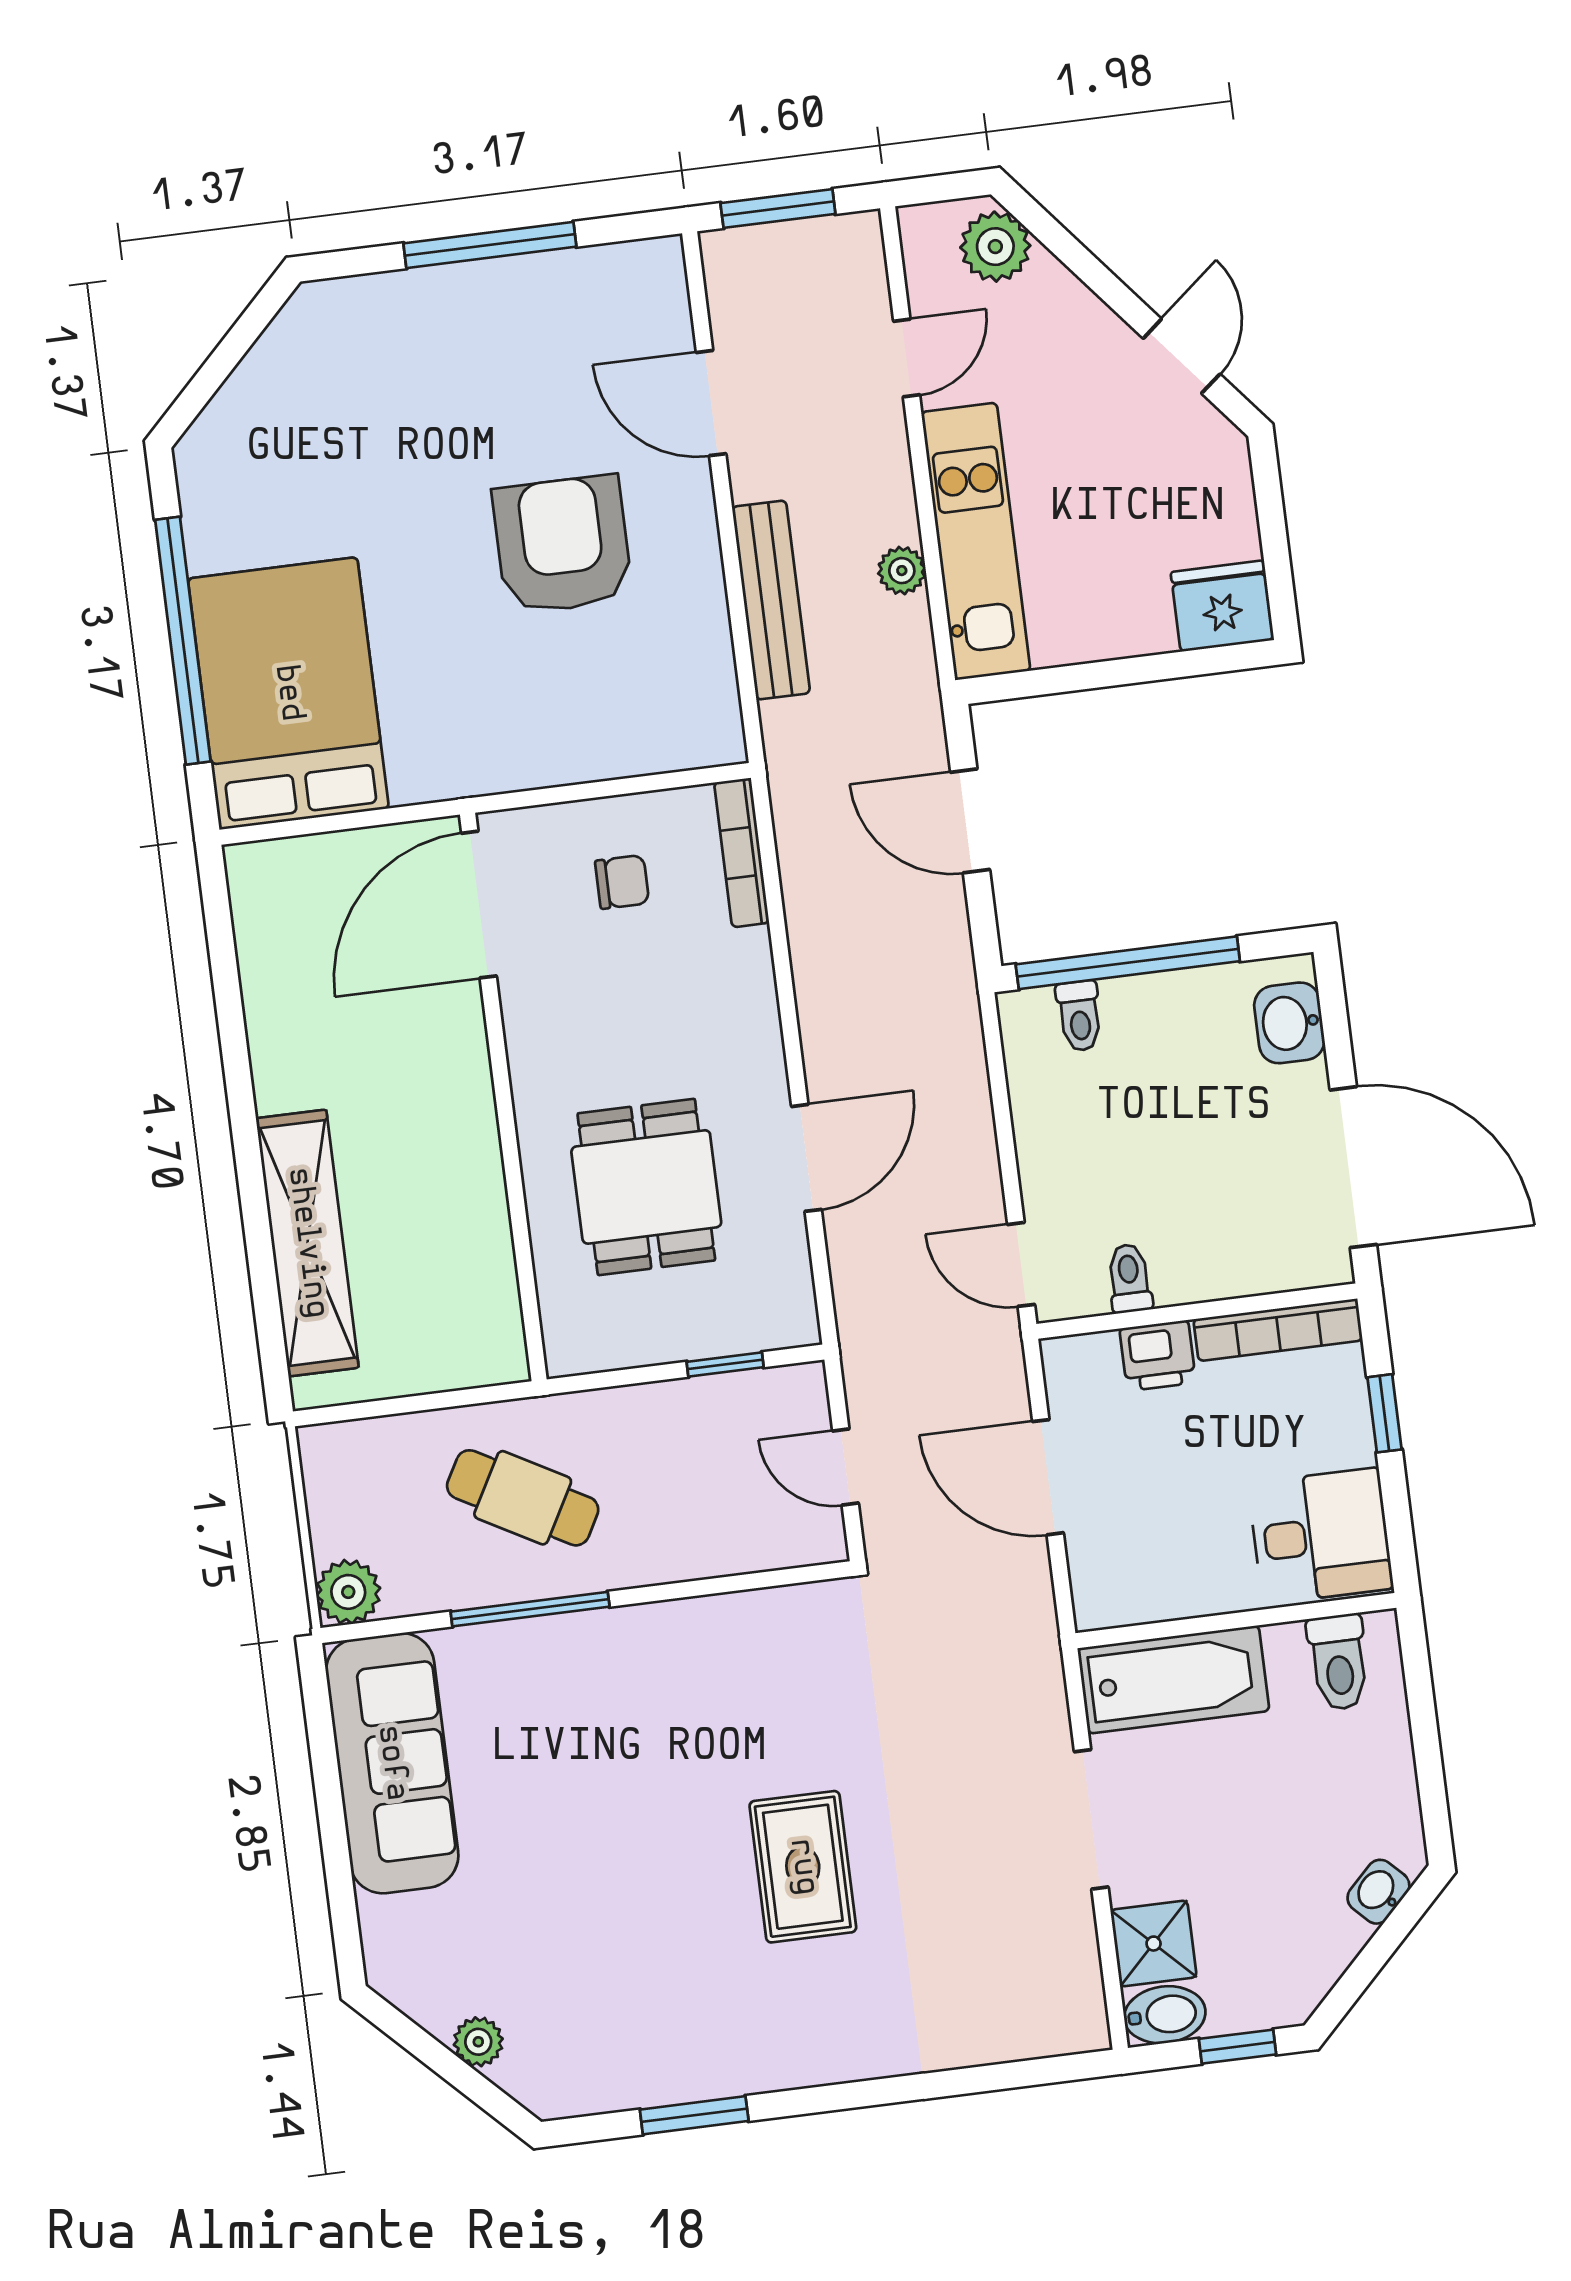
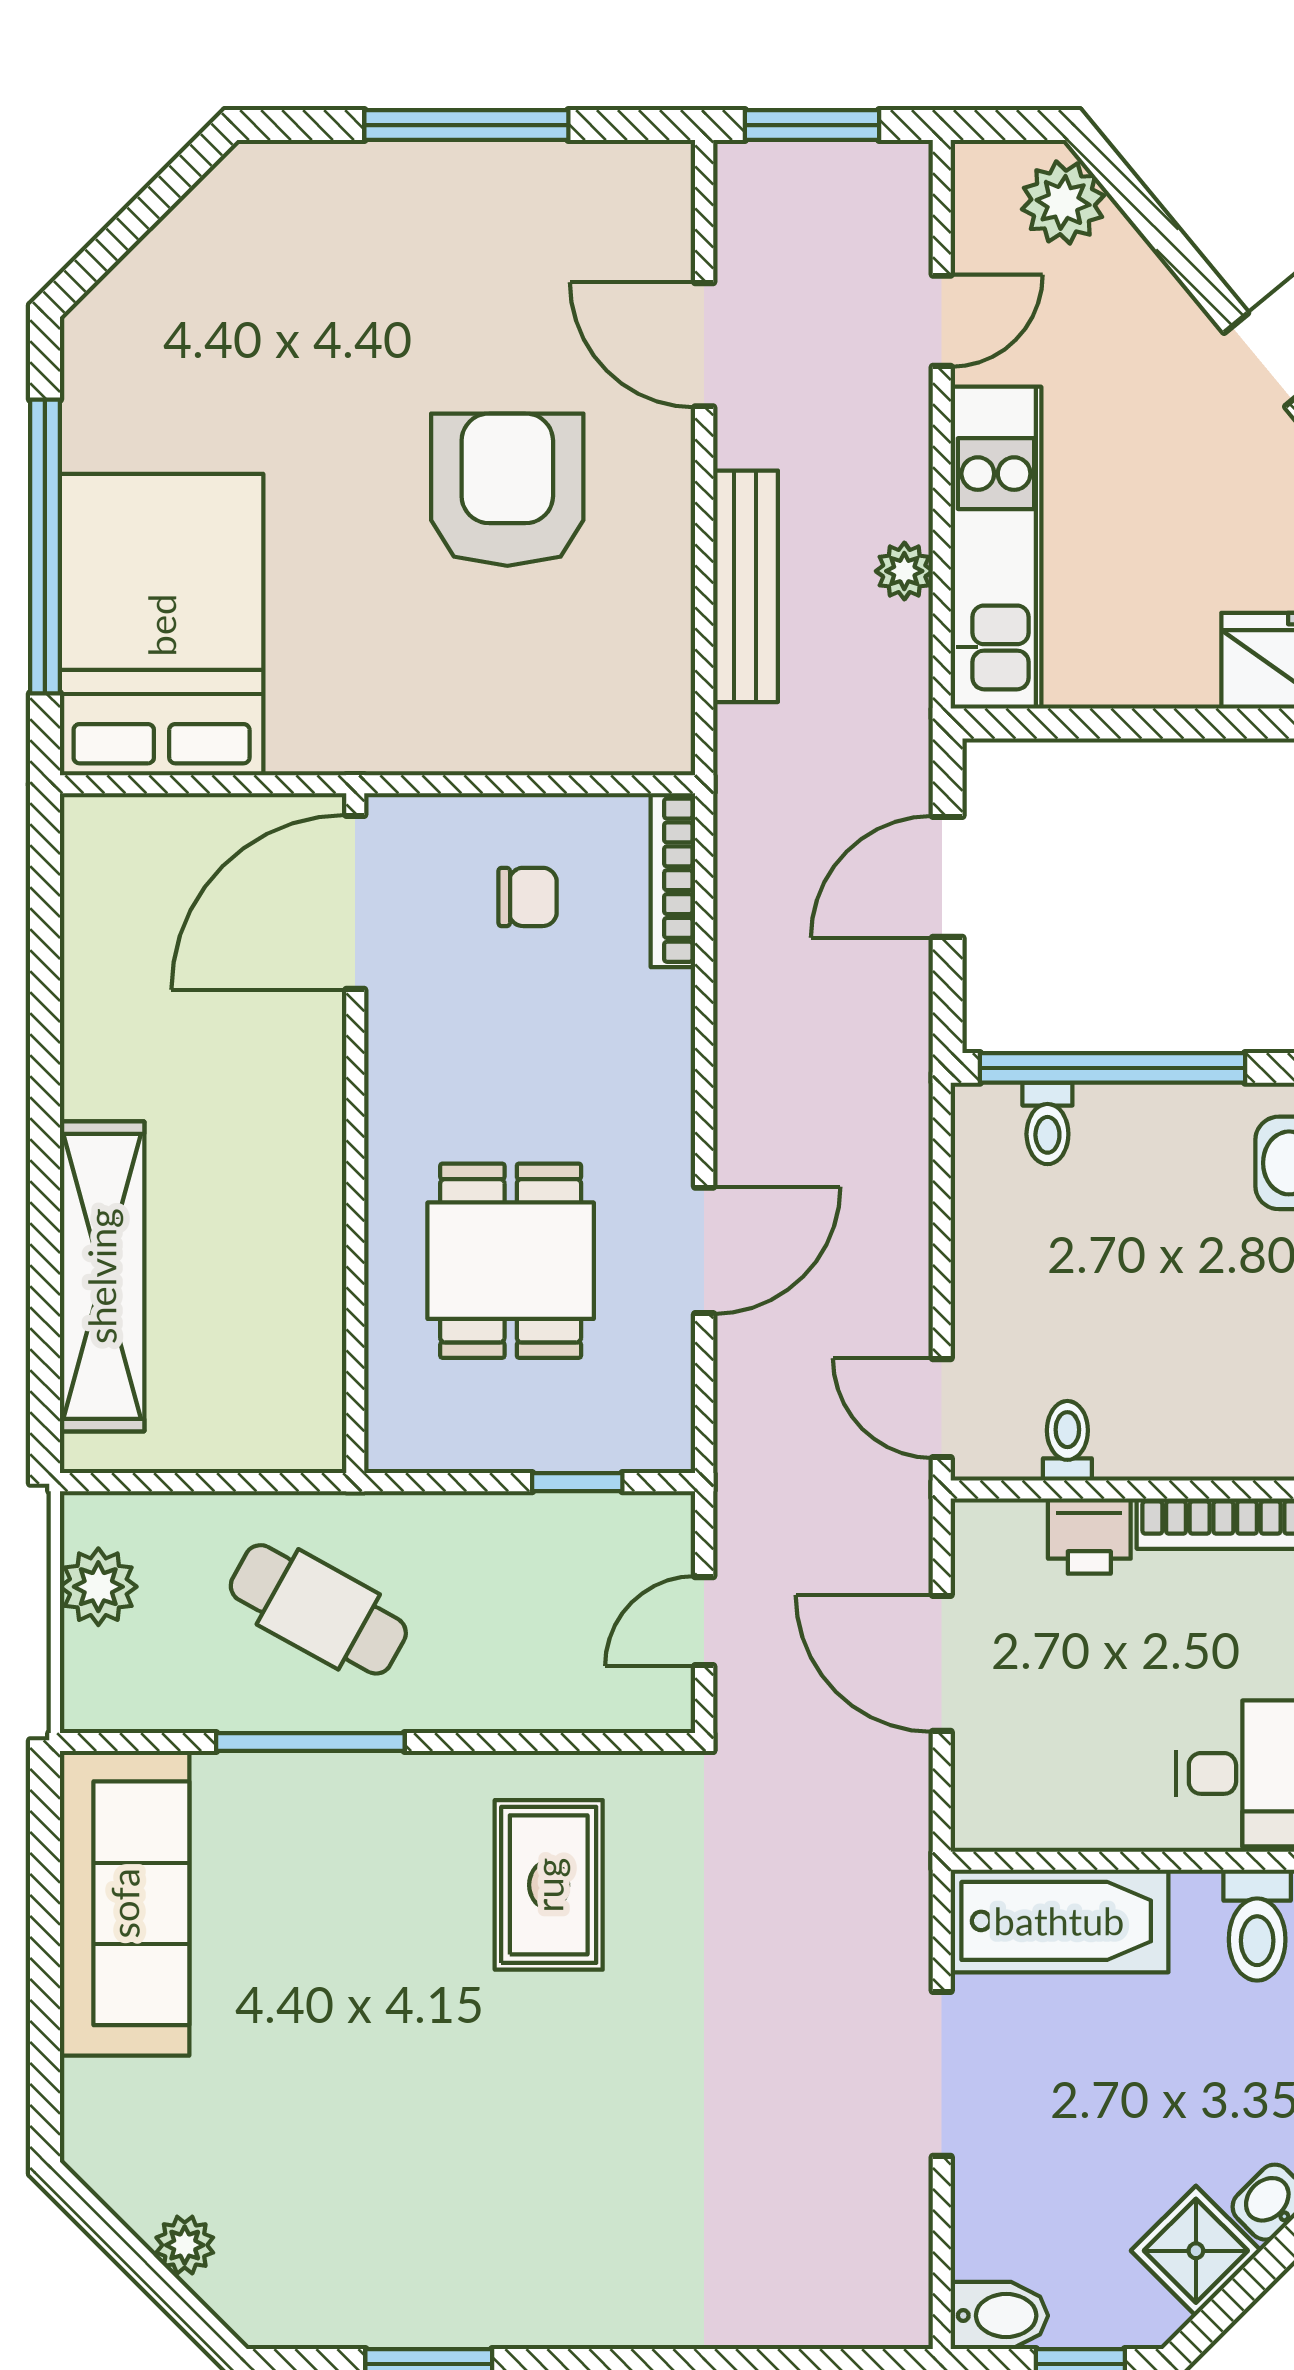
door: (970, 821) -> (948, 877), hinge flipped
door: (846, 1467) -> (704, 1621), hinge flipped
plant: (348, 1592) -> (98, 1587), moved
rug: (803, 1867) -> (549, 1885), moved
shower: (1154, 1944) -> (1196, 2251), moved, turned 45

